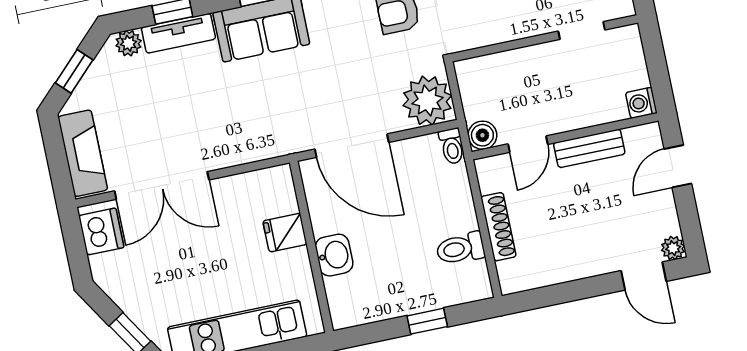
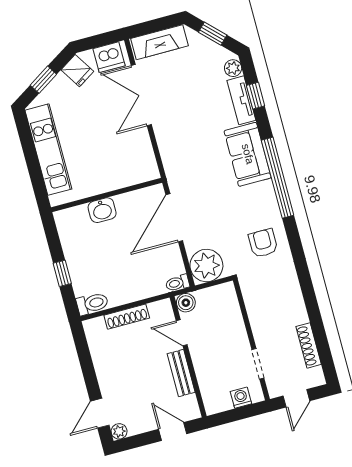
washing machine: (641, 103) -> (241, 398), moved
fridge: (285, 233) -> (77, 71), moved, turned 148
toilet: (460, 248) -> (92, 304), moved, turned 90

